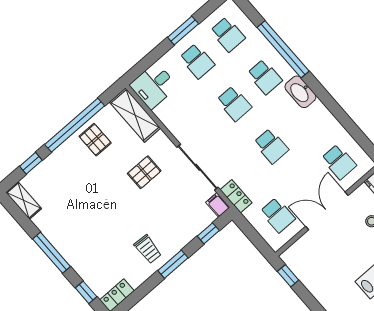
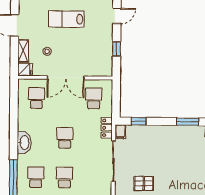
washbasin: (300, 92) -> (24, 143), moved
trolley: (148, 249) -> (178, 141), removed
window: (173, 264) -> (188, 122), moved
window: (288, 276) -> (117, 49), moved

